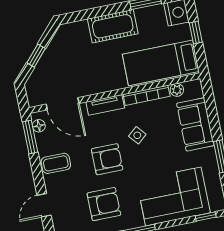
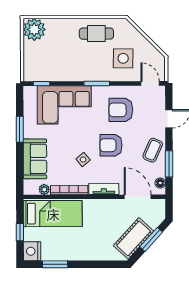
cot: (113, 26) -> (134, 238), moved, turned -48
window: (36, 56) -> (151, 239), width x1.50
window: (30, 137) -> (169, 164), moved
coffee table: (56, 163) -> (153, 150), turned -66

